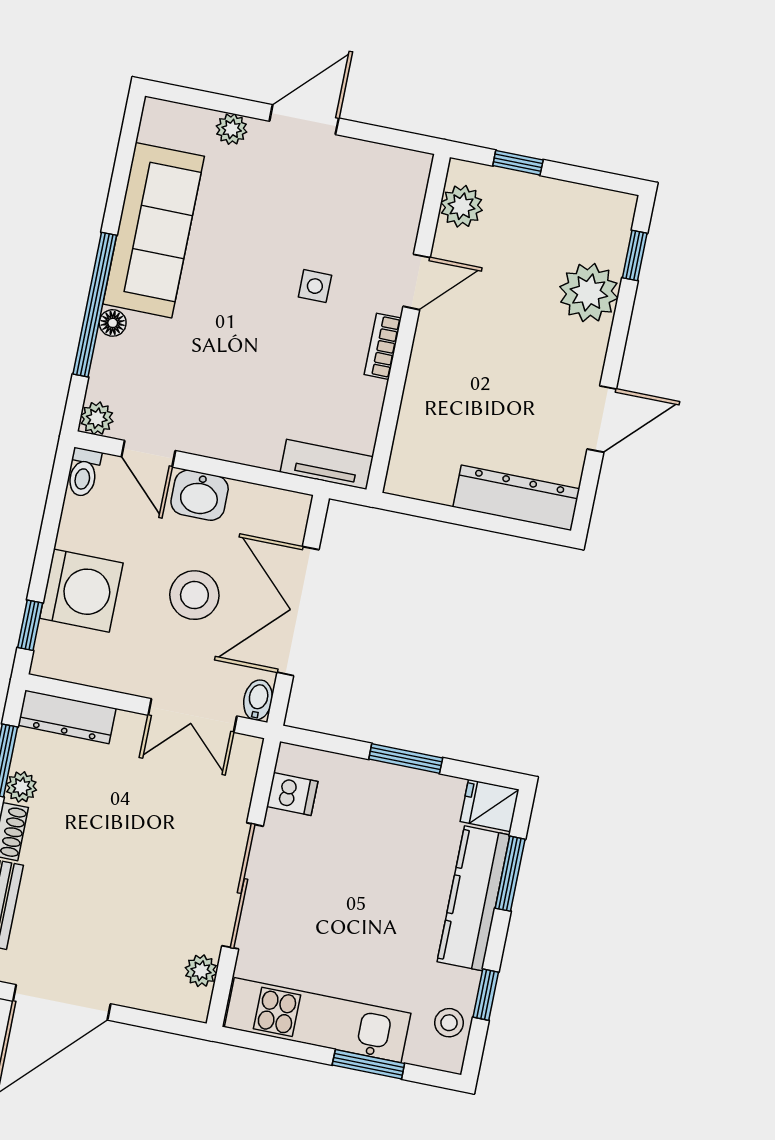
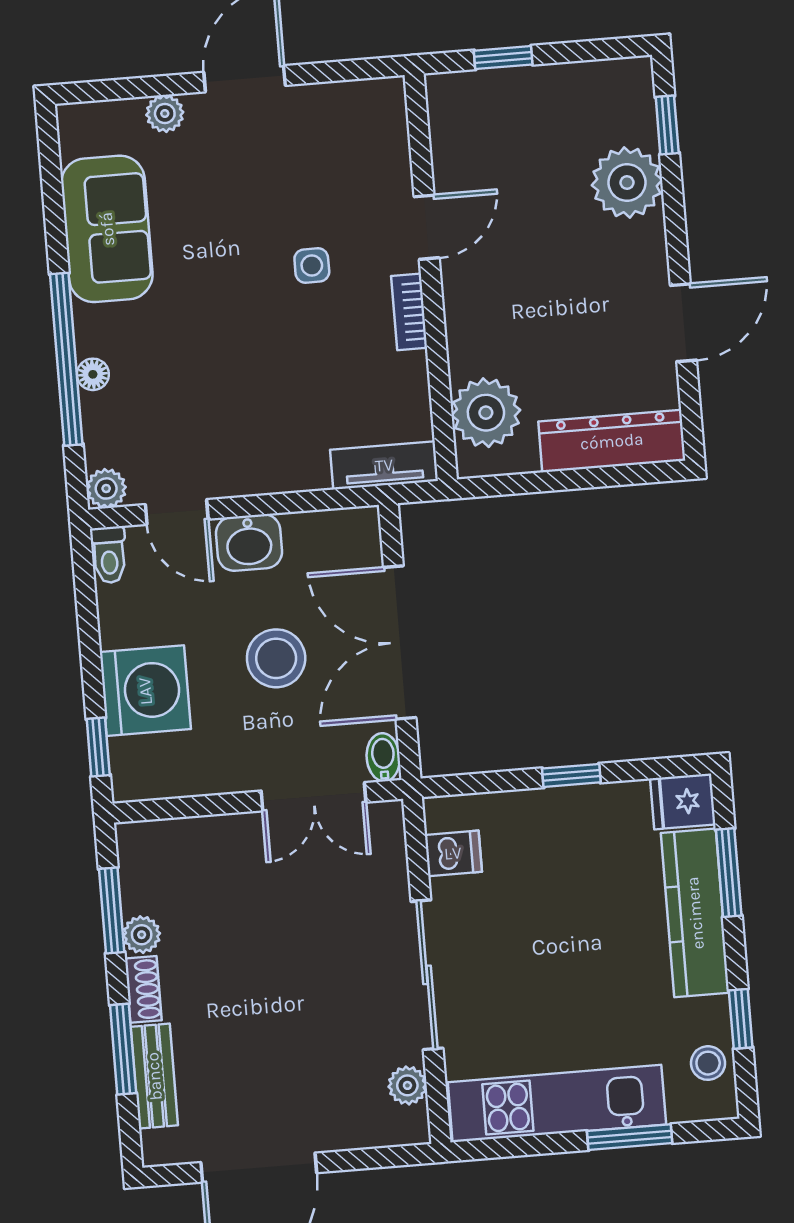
plant: (462, 206) -> (486, 413), moved, width x1.36, depth x1.36
sofa: (154, 230) -> (107, 229), width x0.73
dresser: (67, 717) -> (171, 839), removed
window: (406, 759) -> (571, 775), width x0.67

